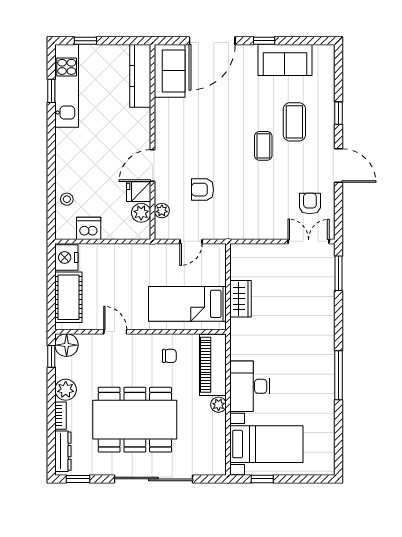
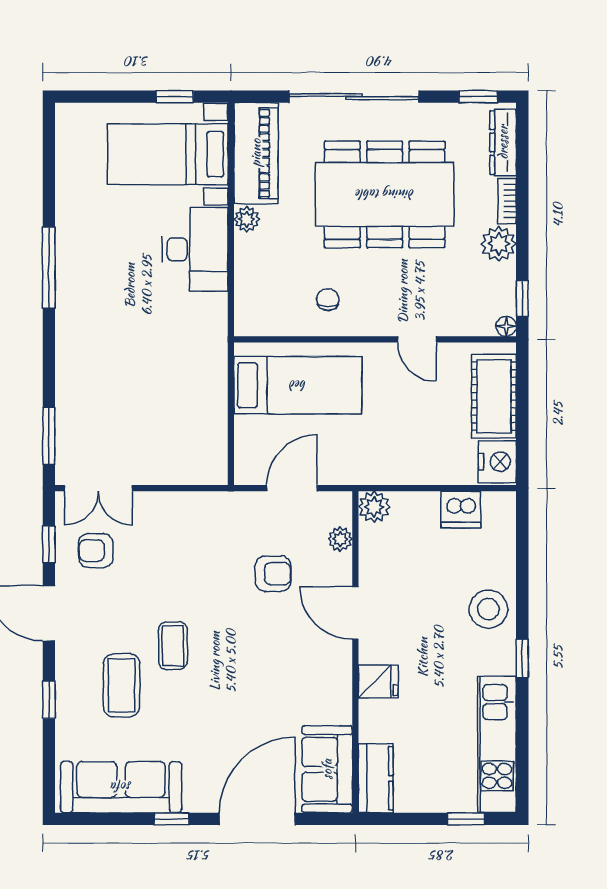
sofa: (285, 60) -> (121, 787), width x1.36
kitchen counter: (140, 76) -> (376, 778), width x0.67
window: (51, 91) -> (522, 658), moved
door: (153, 166) -> (355, 613), swing flipped
fridge: (139, 192) -> (378, 681), moved
stool: (67, 199) -> (488, 609), moved, width x1.89, depth x1.89
armchair: (310, 204) -> (96, 551), turned 90
window: (338, 207) -> (49, 544), added
plant: (141, 213) -> (374, 507), moved
door: (191, 241) -> (292, 488), width x1.38
wardrobe: (241, 299) -> (210, 394), removed
floor lamp: (67, 345) -> (506, 326), width x0.53, depth x0.53
chair: (169, 356) -> (328, 299), turned 90
piano: (213, 365) -> (256, 153), moved

